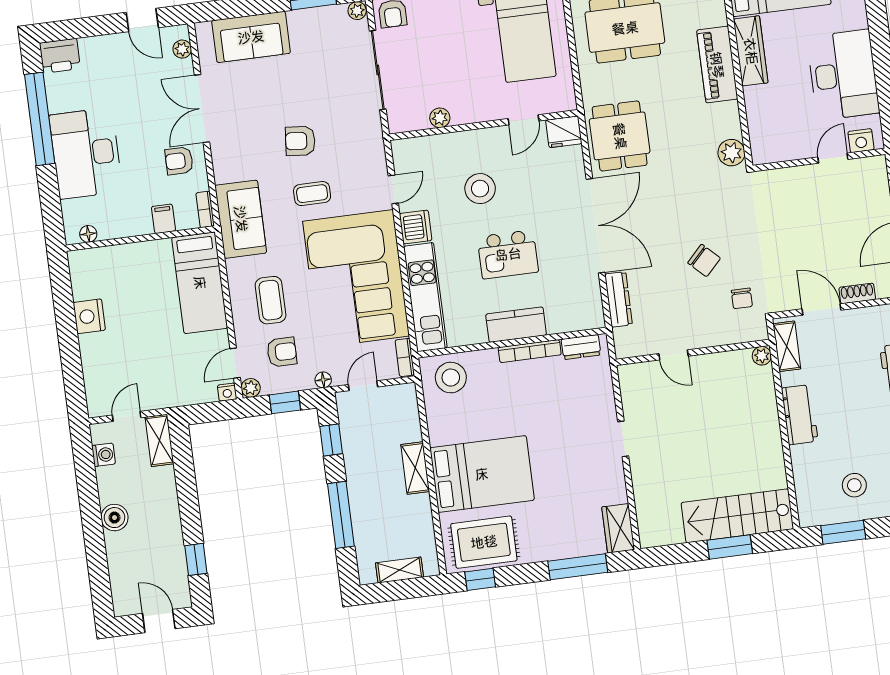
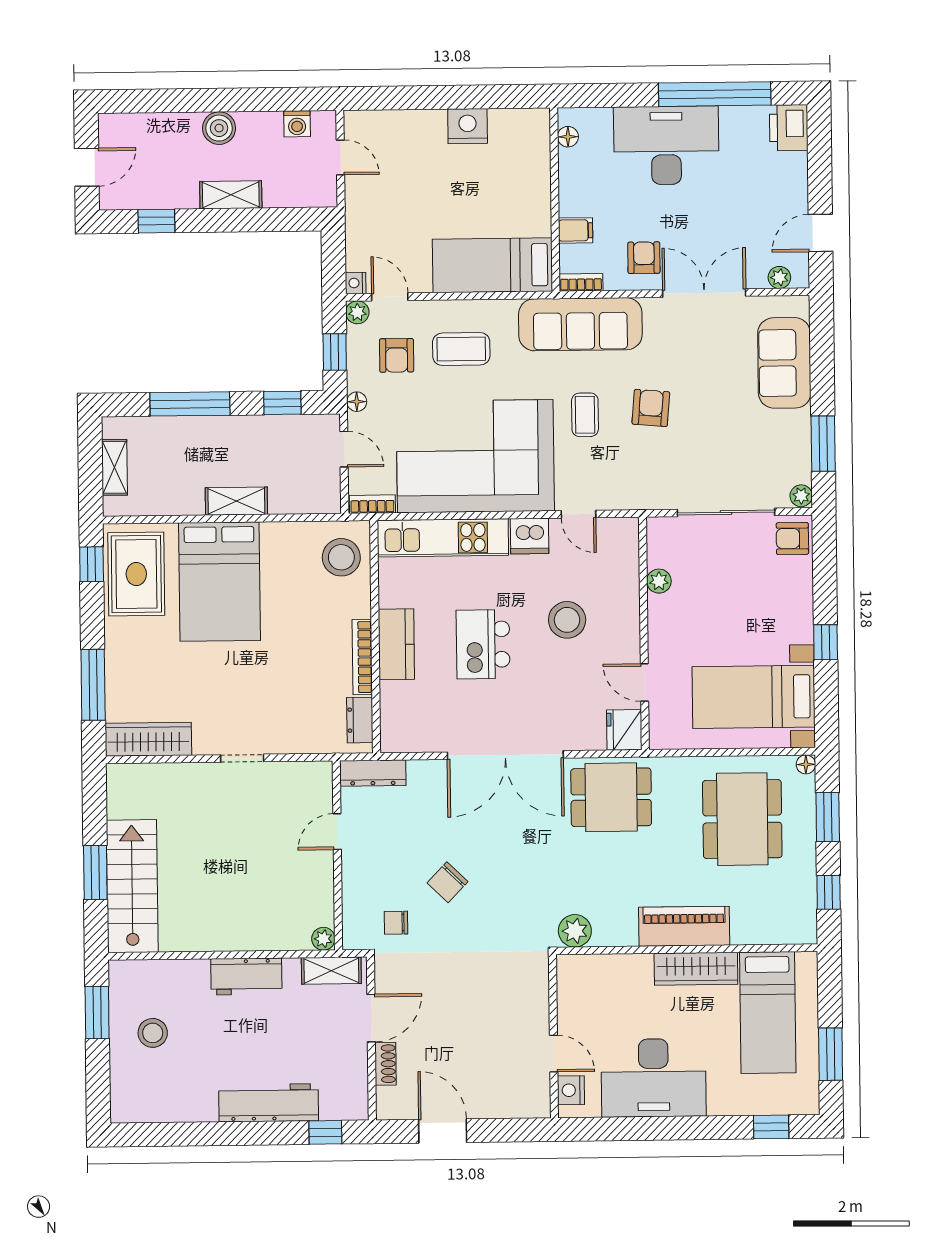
sofa: (241, 219) -> (580, 324), width x1.36
dresser: (619, 299) -> (373, 773), moved
shelving: (159, 440) -> (231, 195), moved
wardrobe: (618, 528) -> (148, 739), width x1.50

